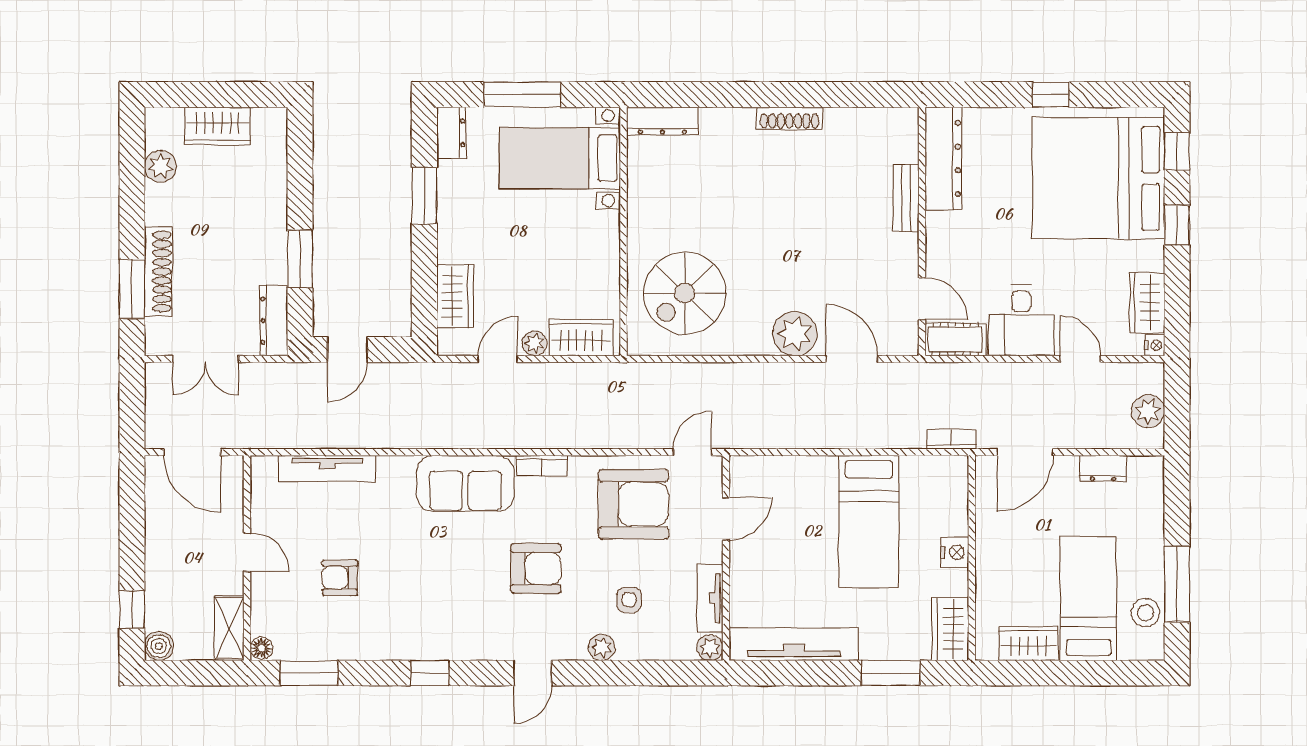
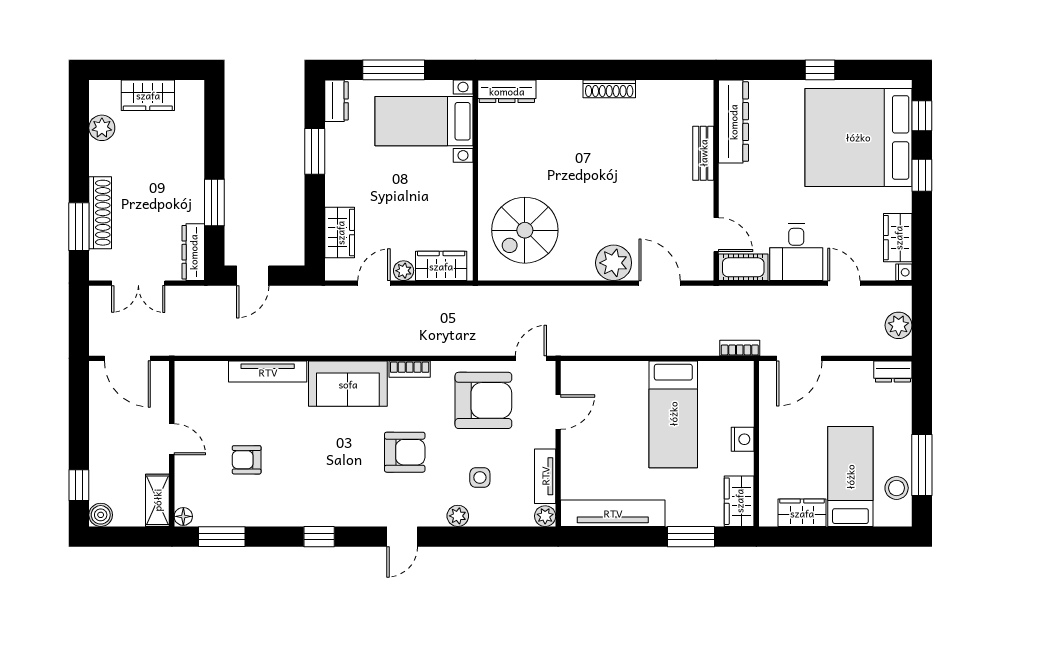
tv unit: (327, 468) -> (268, 372), moved
dresser: (1103, 469) -> (893, 372), moved

